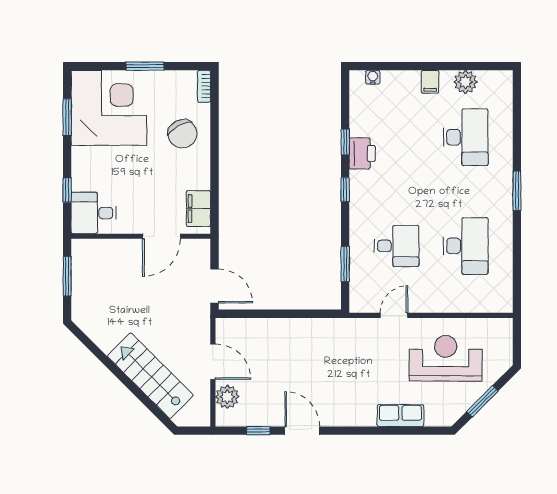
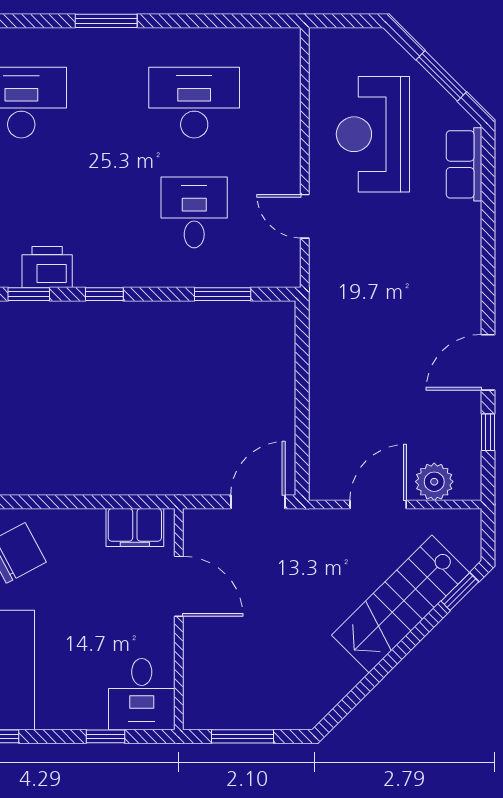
window: (158, 413) -> (460, 592), added
row of seats: (400, 416) -> (464, 164), moved

